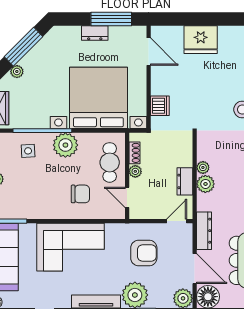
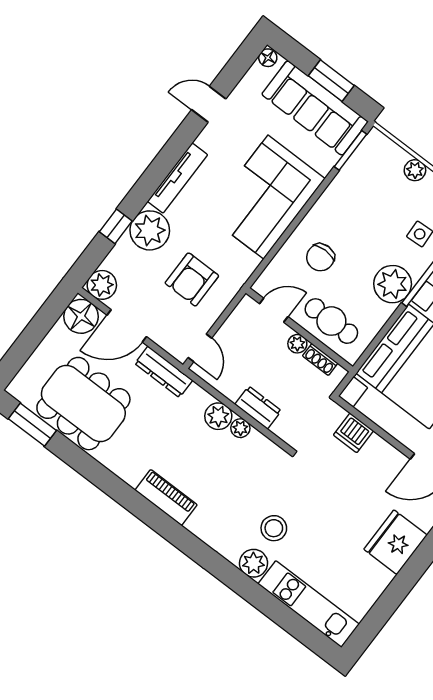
dresser: (185, 181) -> (258, 408), moved

